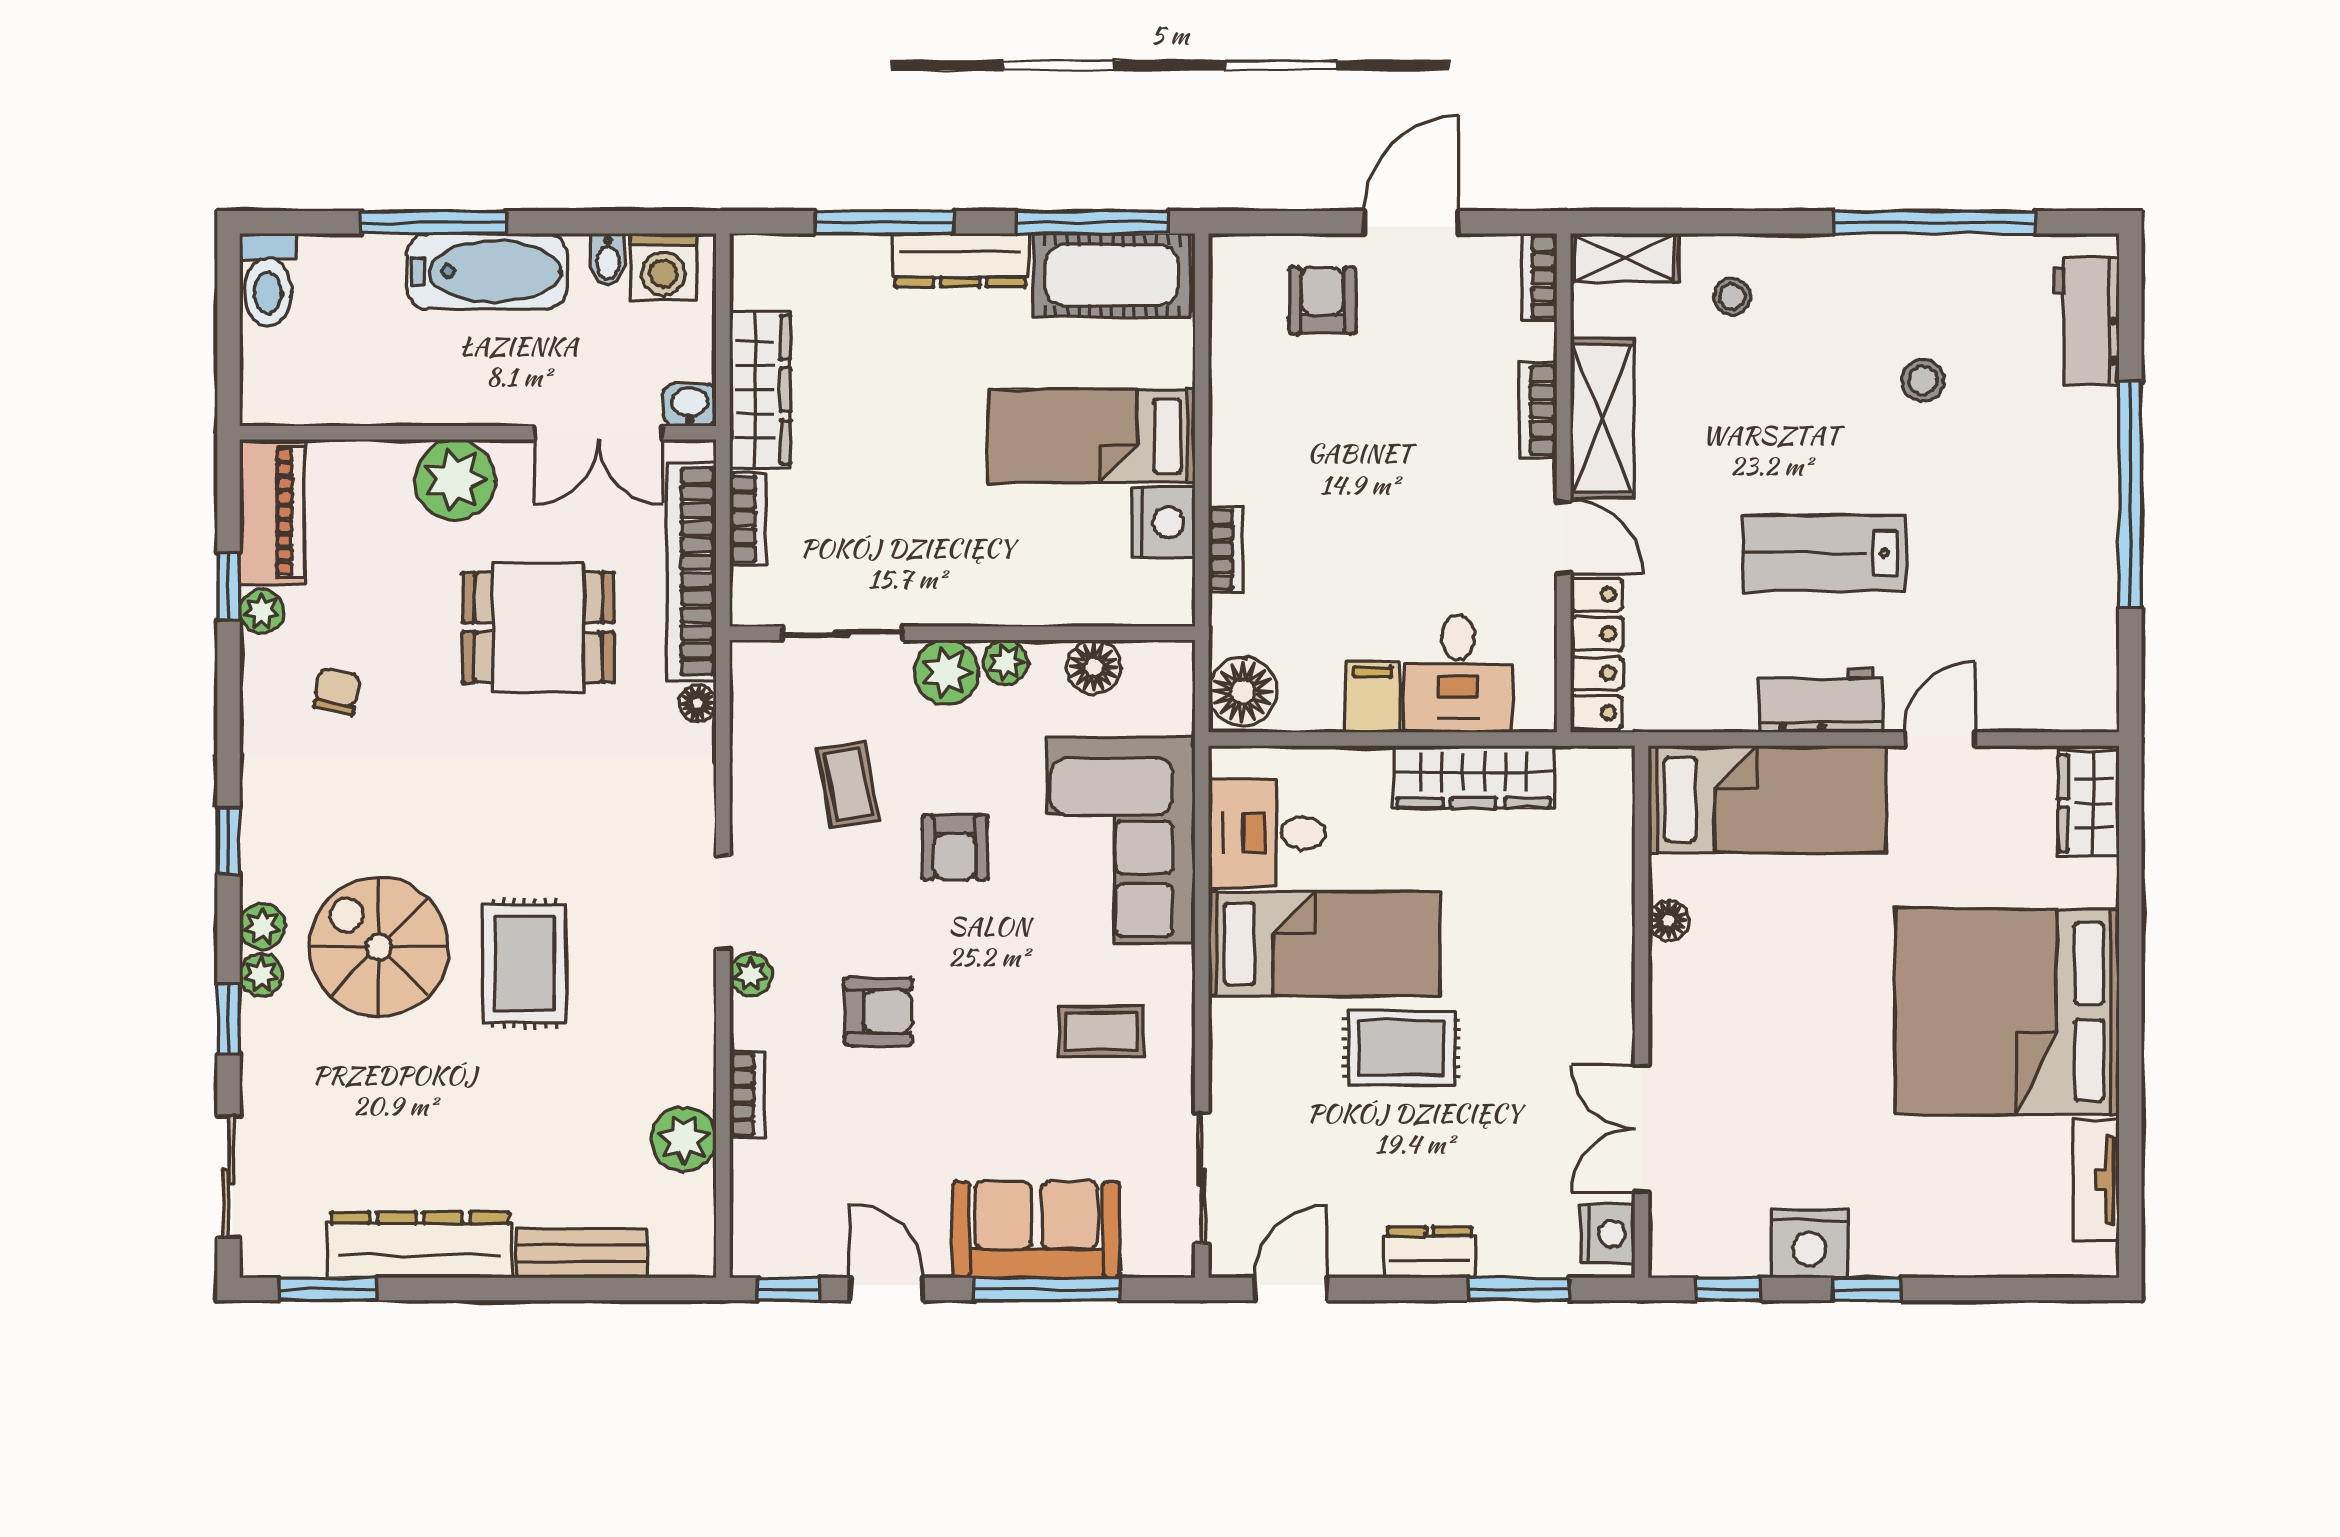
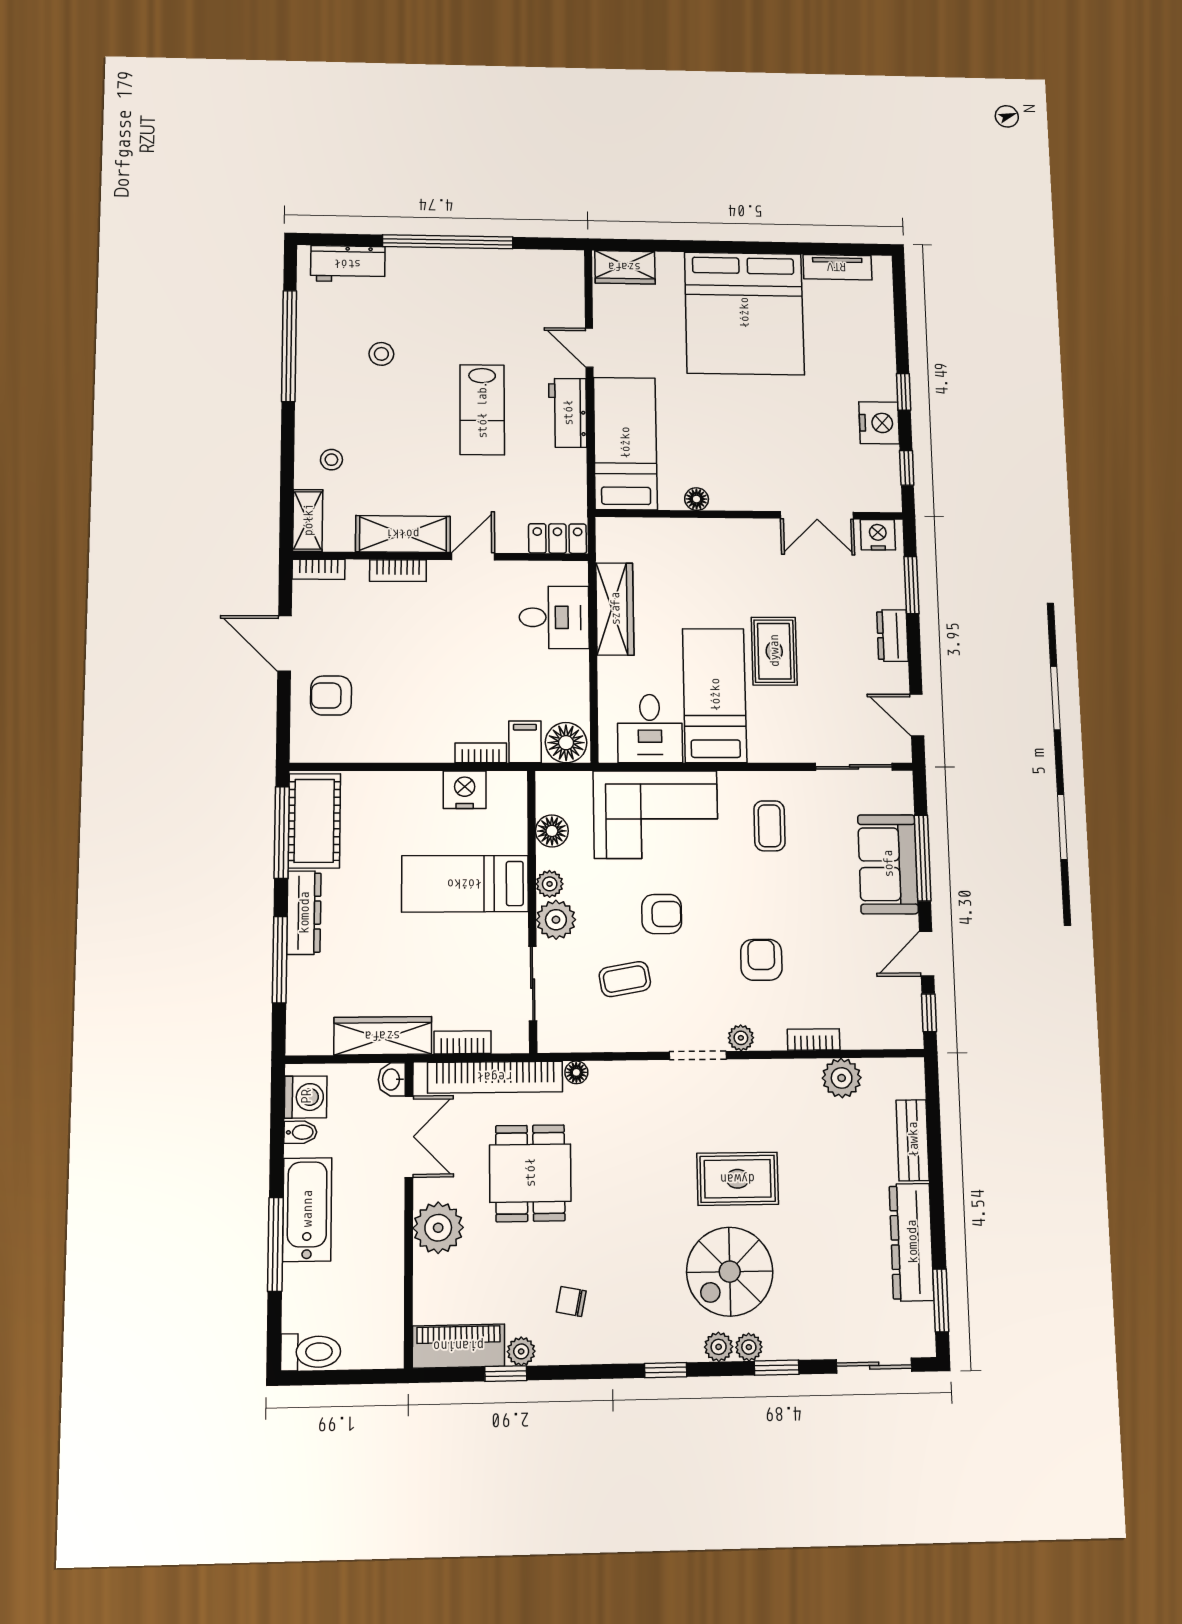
bed: (1091, 436) -> (465, 884), moved, turned 90
locker: (1596, 653) -> (558, 539), width x0.66
filing cabinet: (1373, 697) -> (525, 742), moved, turned 90

